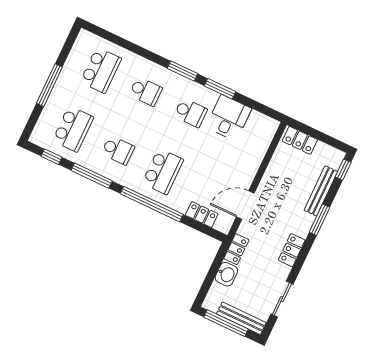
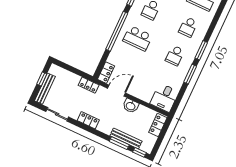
desk: (229, 118) -> (164, 98), moved, turned 90
door: (245, 205) -> (117, 91), hinge flipped
locker: (202, 215) -> (106, 73), moved
window: (319, 220) -> (119, 143), moved
washbasin: (226, 274) -> (131, 106), moved
window: (226, 323) -> (42, 79), width x0.46

